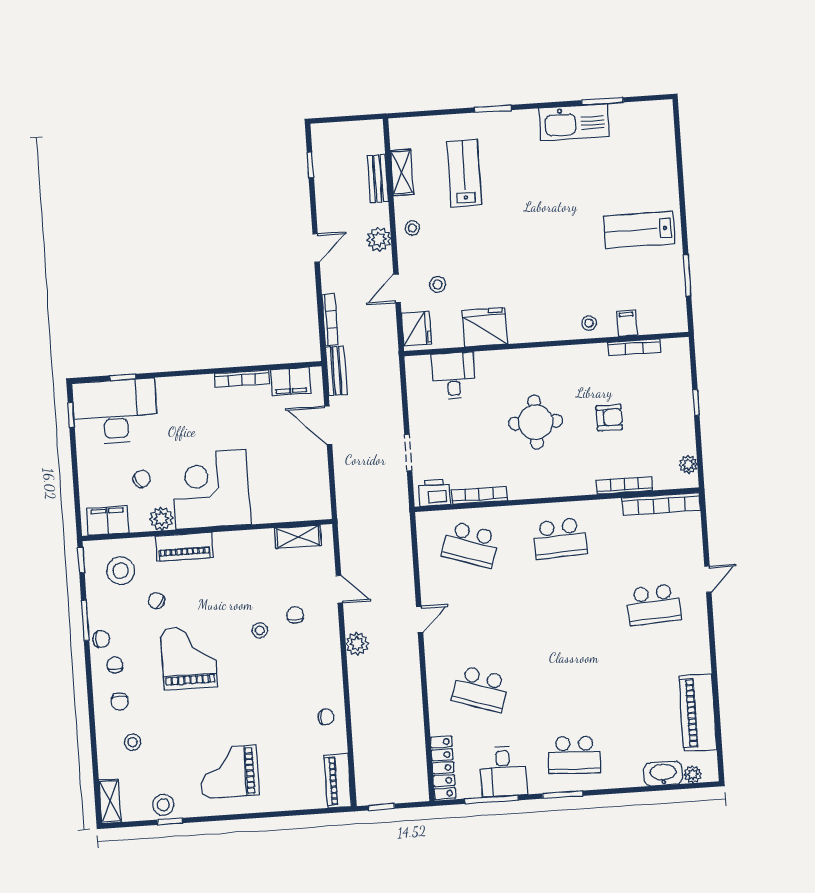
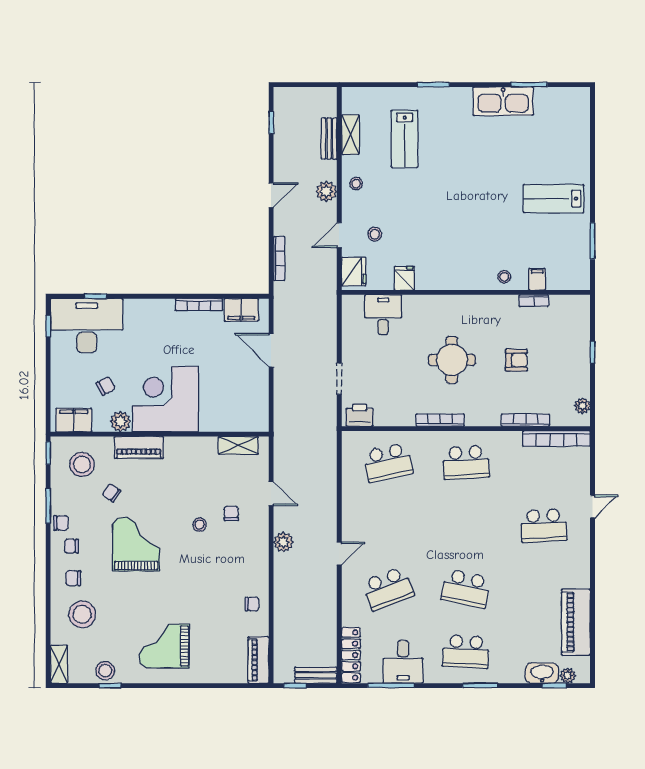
lab bench: (464, 173) -> (405, 139), turned 180
fridge: (485, 327) -> (404, 278), width x0.53, depth x0.75
bookcase: (634, 347) -> (534, 301), width x0.64
bench: (336, 371) -> (316, 675), moved, turned 90
bookcase: (479, 495) -> (440, 420), moved
school desk: (471, 544) -> (388, 462), turned -30
door: (420, 620) -> (339, 554), moved
chair: (115, 665) -> (71, 546), turned -90
school desk: (569, 683) -> (466, 589), added
school desk: (480, 689) -> (388, 589), turned -39
chair: (120, 701) -> (73, 578), turned 90
stool: (133, 742) -> (82, 614), width x1.89, depth x1.89
window: (678, 787) -> (554, 686), added
window: (563, 795) -> (480, 686), moved

